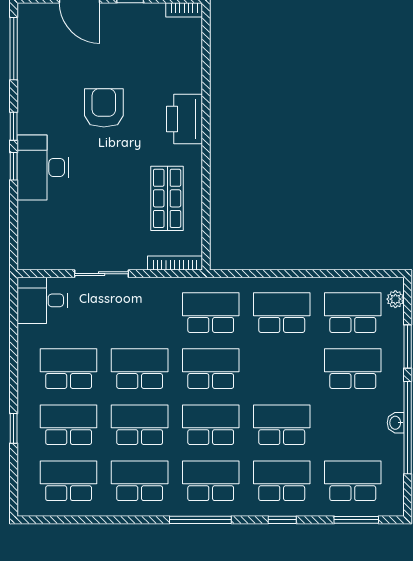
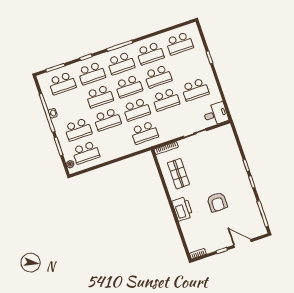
desk: (43, 167) -> (234, 169), removed
school desk: (282, 313) -> (107, 120), moved
school desk: (69, 425) -> (187, 67), removed

